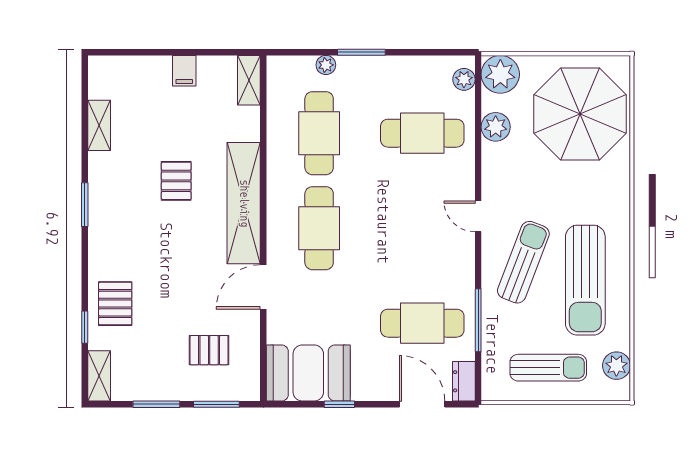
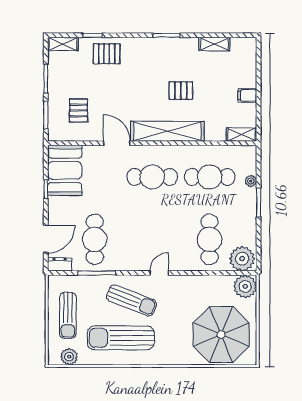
plant: (464, 79) -> (242, 259), width x1.88, depth x1.88
plant: (496, 127) -> (213, 284), removed

